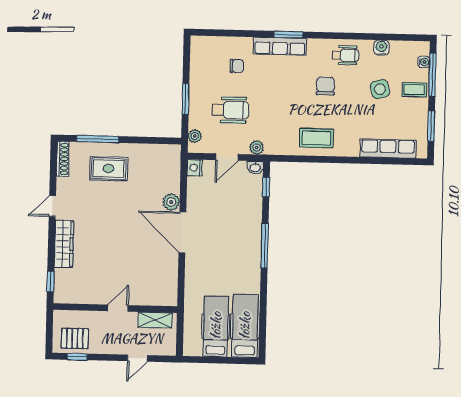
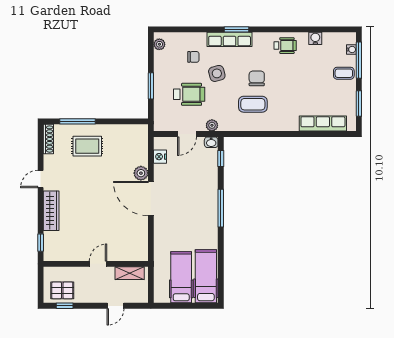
chair: (325, 86) -> (257, 78), moved
side table: (380, 89) -> (217, 73), moved
plant: (195, 136) -> (159, 44), moved
coffee table: (316, 138) -> (253, 104), moved
nightstand: (195, 168) -> (160, 157), moved

